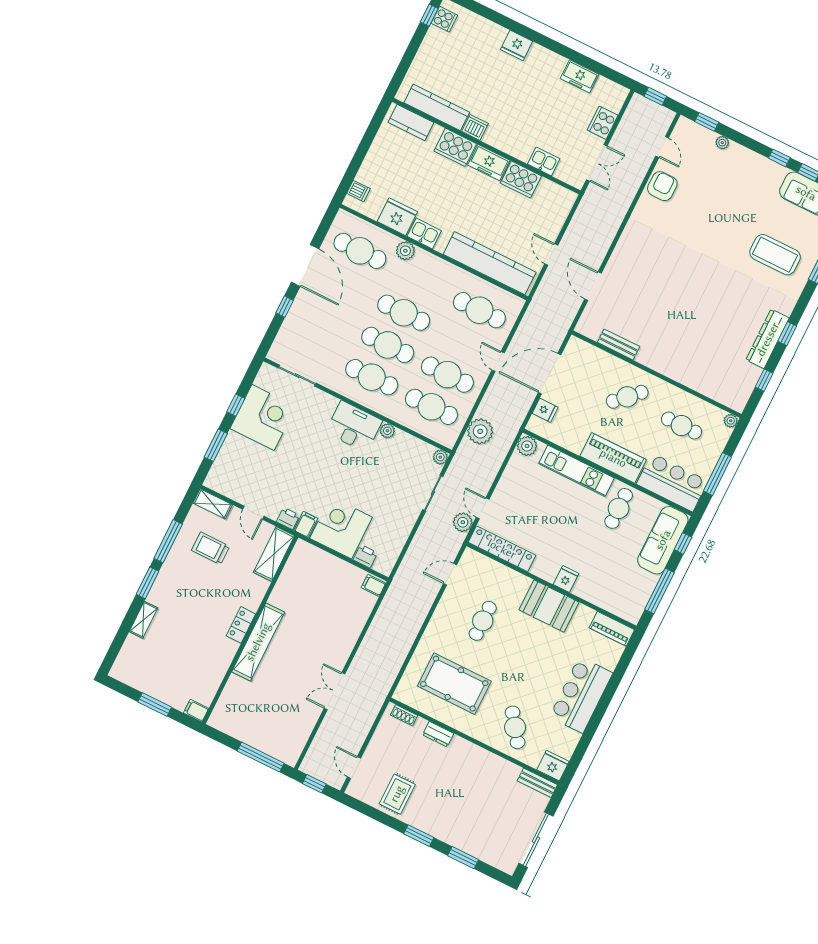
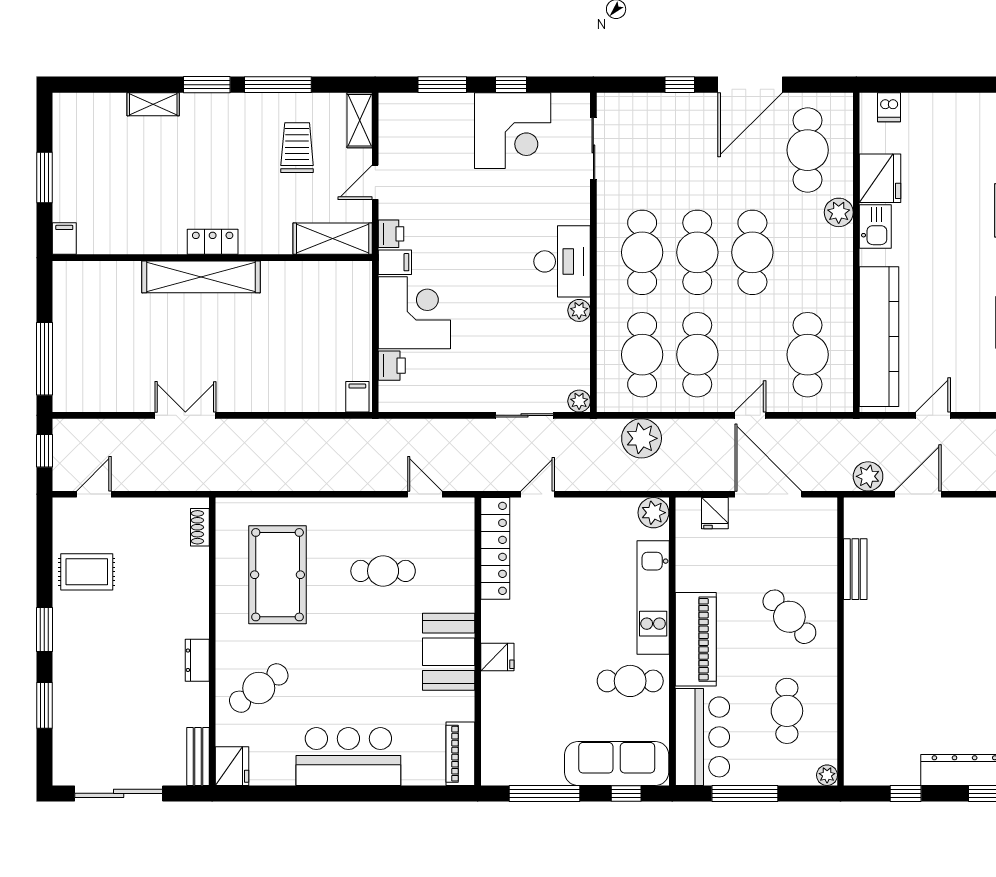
plant: (463, 522) -> (868, 476), moved
dresser: (438, 734) -> (197, 660), moved

